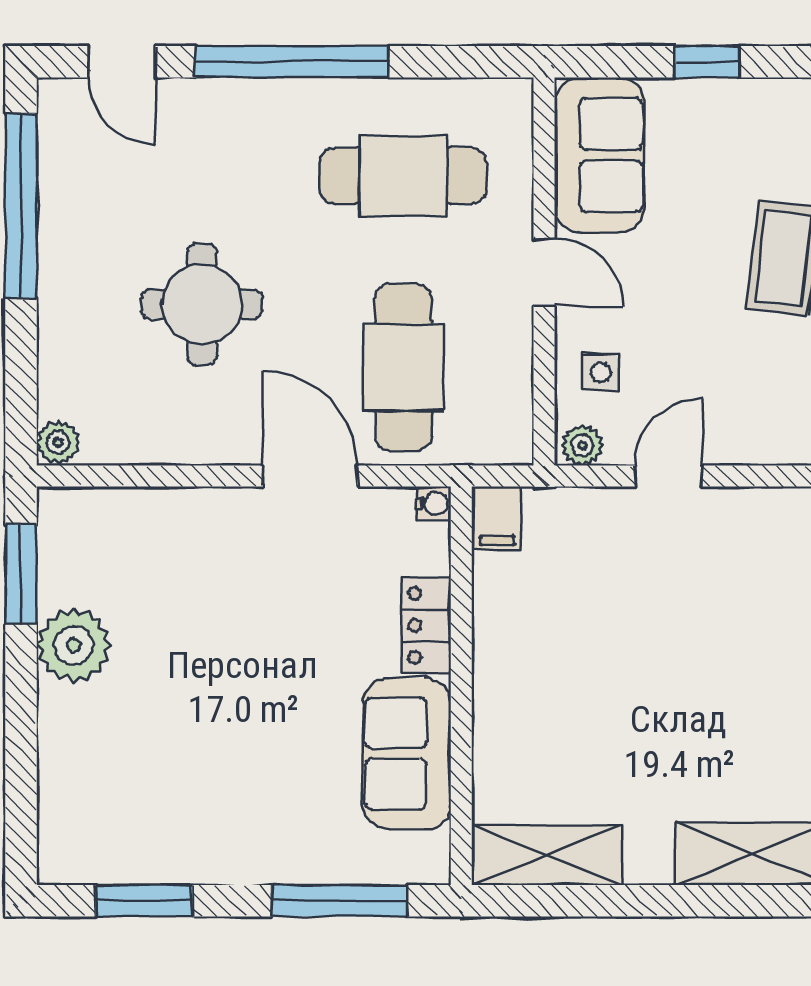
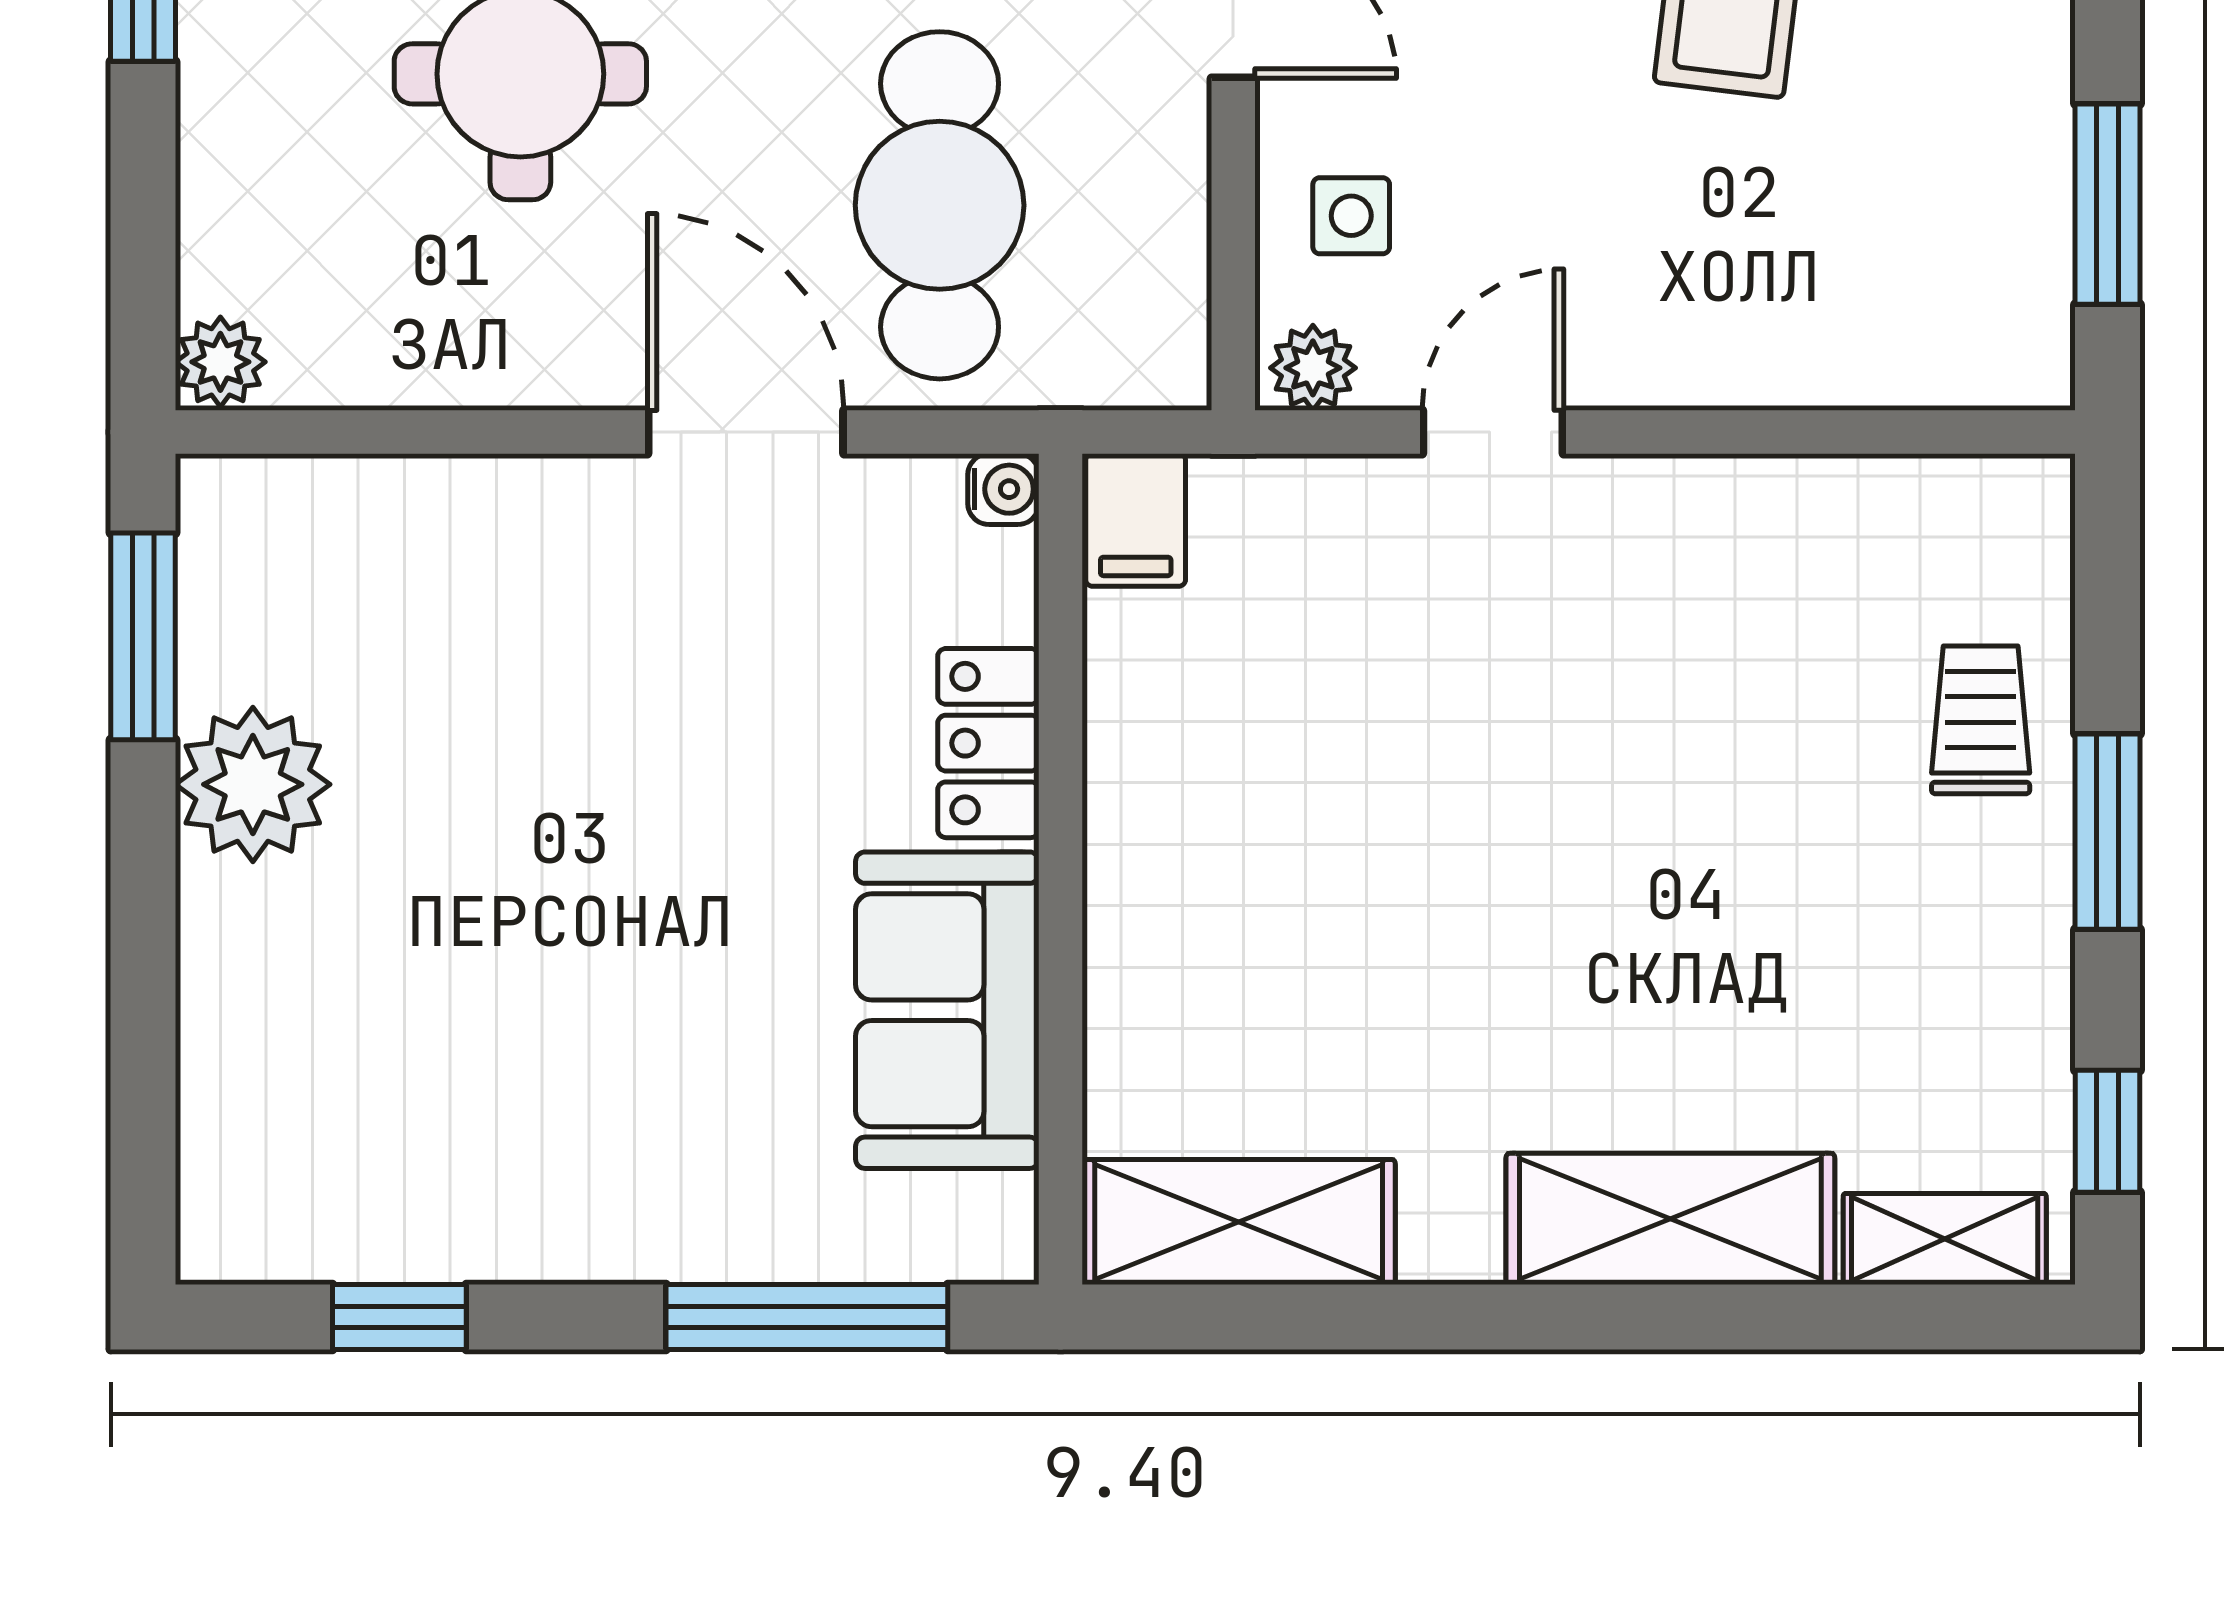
window: (144, 901) -> (399, 1317), width x0.67

